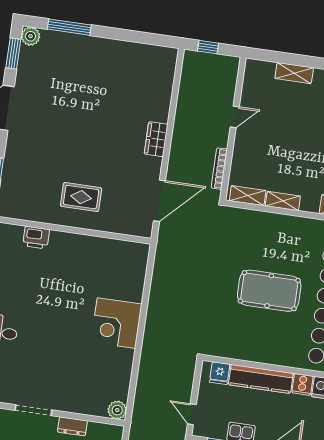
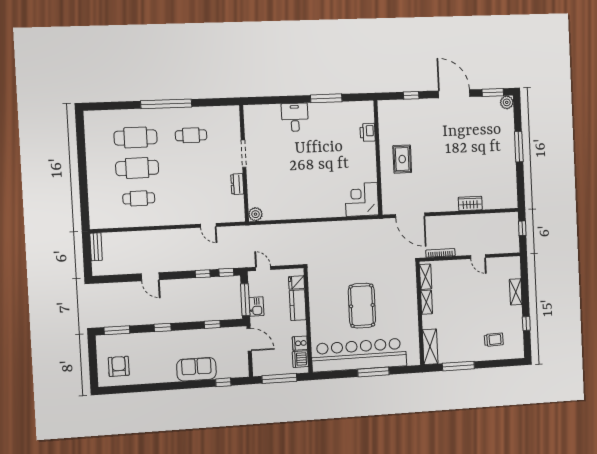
window: (69, 27) -> (519, 147), moved
wardrobe: (156, 139) -> (470, 204), moved
corner desk: (116, 323) -> (362, 199), moved
kitchen counter: (261, 379) -> (298, 305), width x0.67
door: (192, 414) -> (263, 268), hinge flipped

